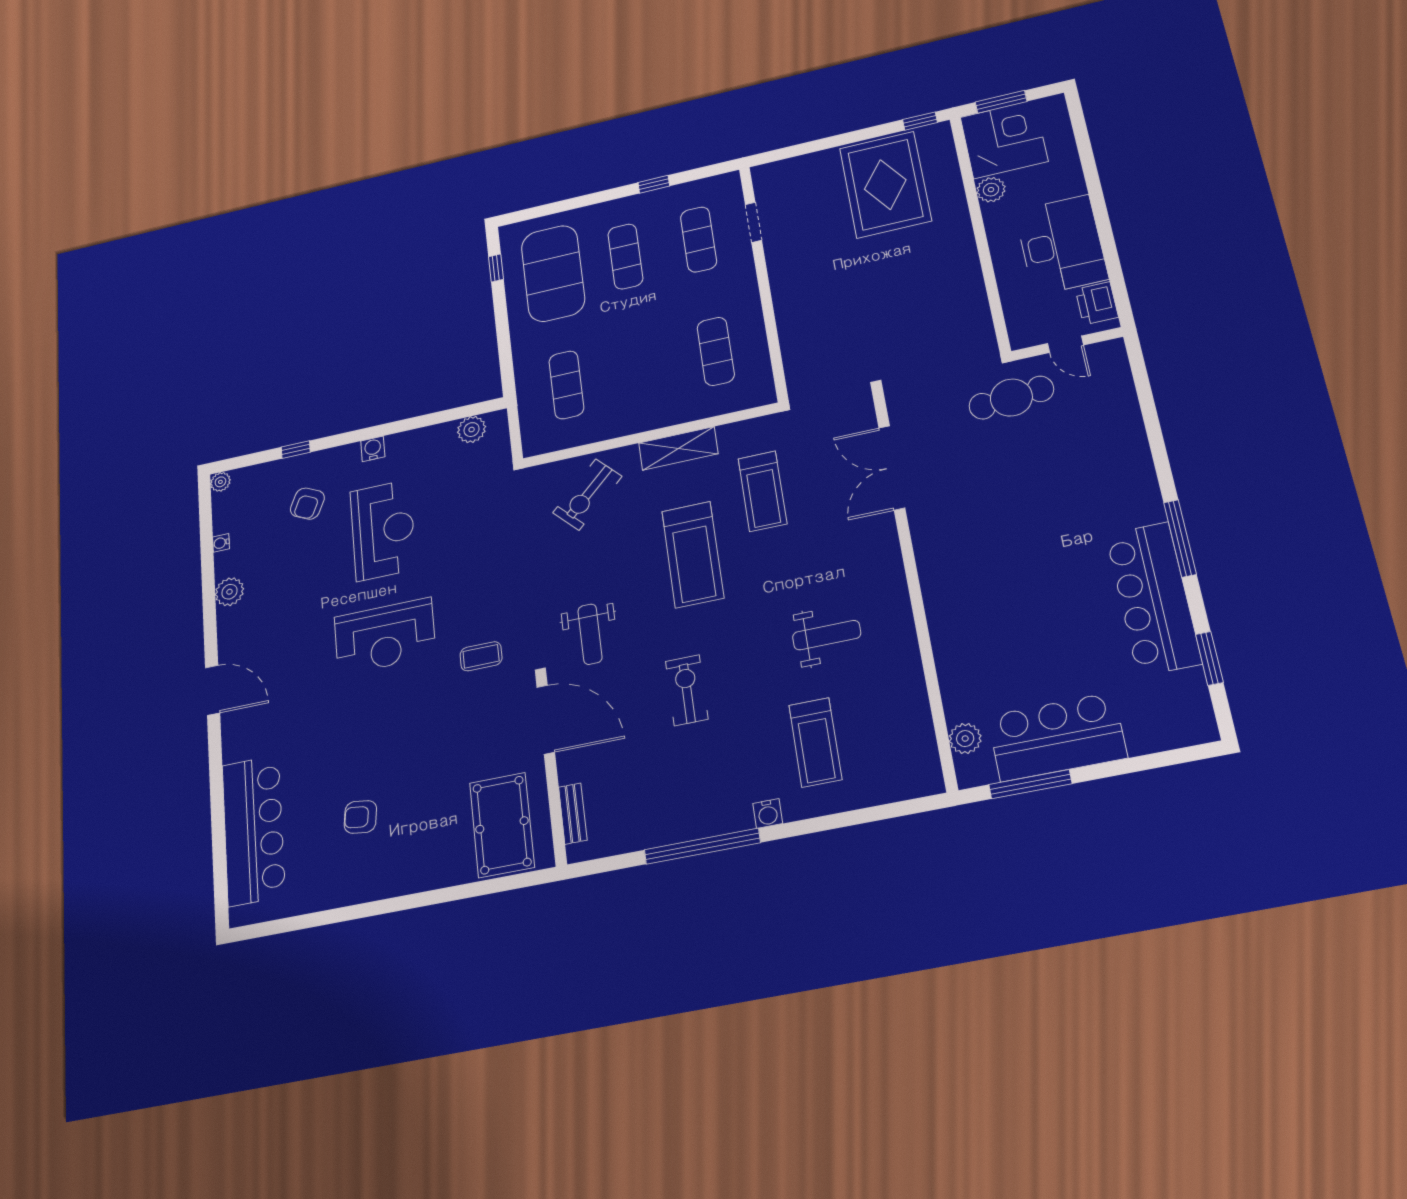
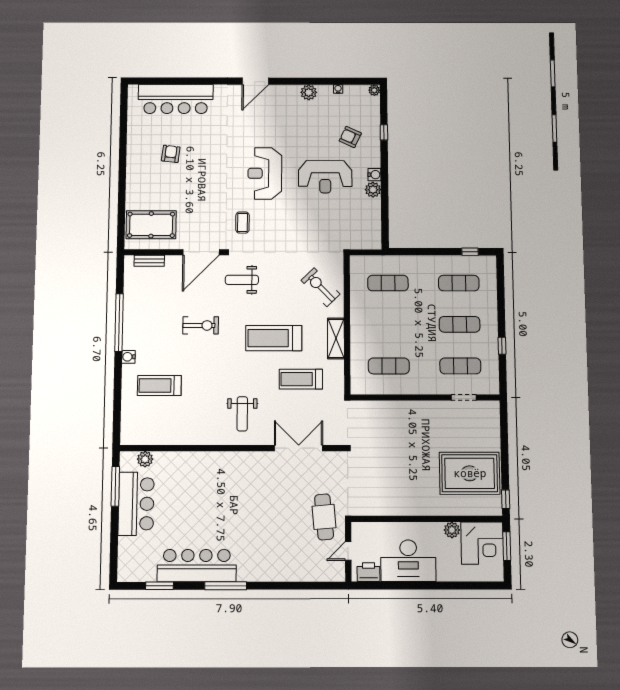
exercise mat: (553, 273) -> (459, 283), width x0.50, depth x0.69
plant: (472, 430) -> (373, 190), moved
weight bench: (827, 635) -> (242, 414), moved

